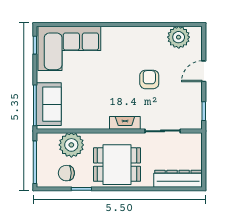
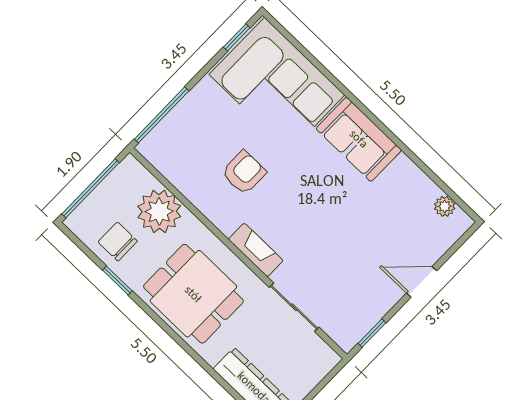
plant: (179, 37) -> (445, 206), width x0.53, depth x0.53
armchair: (149, 79) -> (244, 172), moved
sofa: (49, 104) -> (359, 139), moved, turned 90

